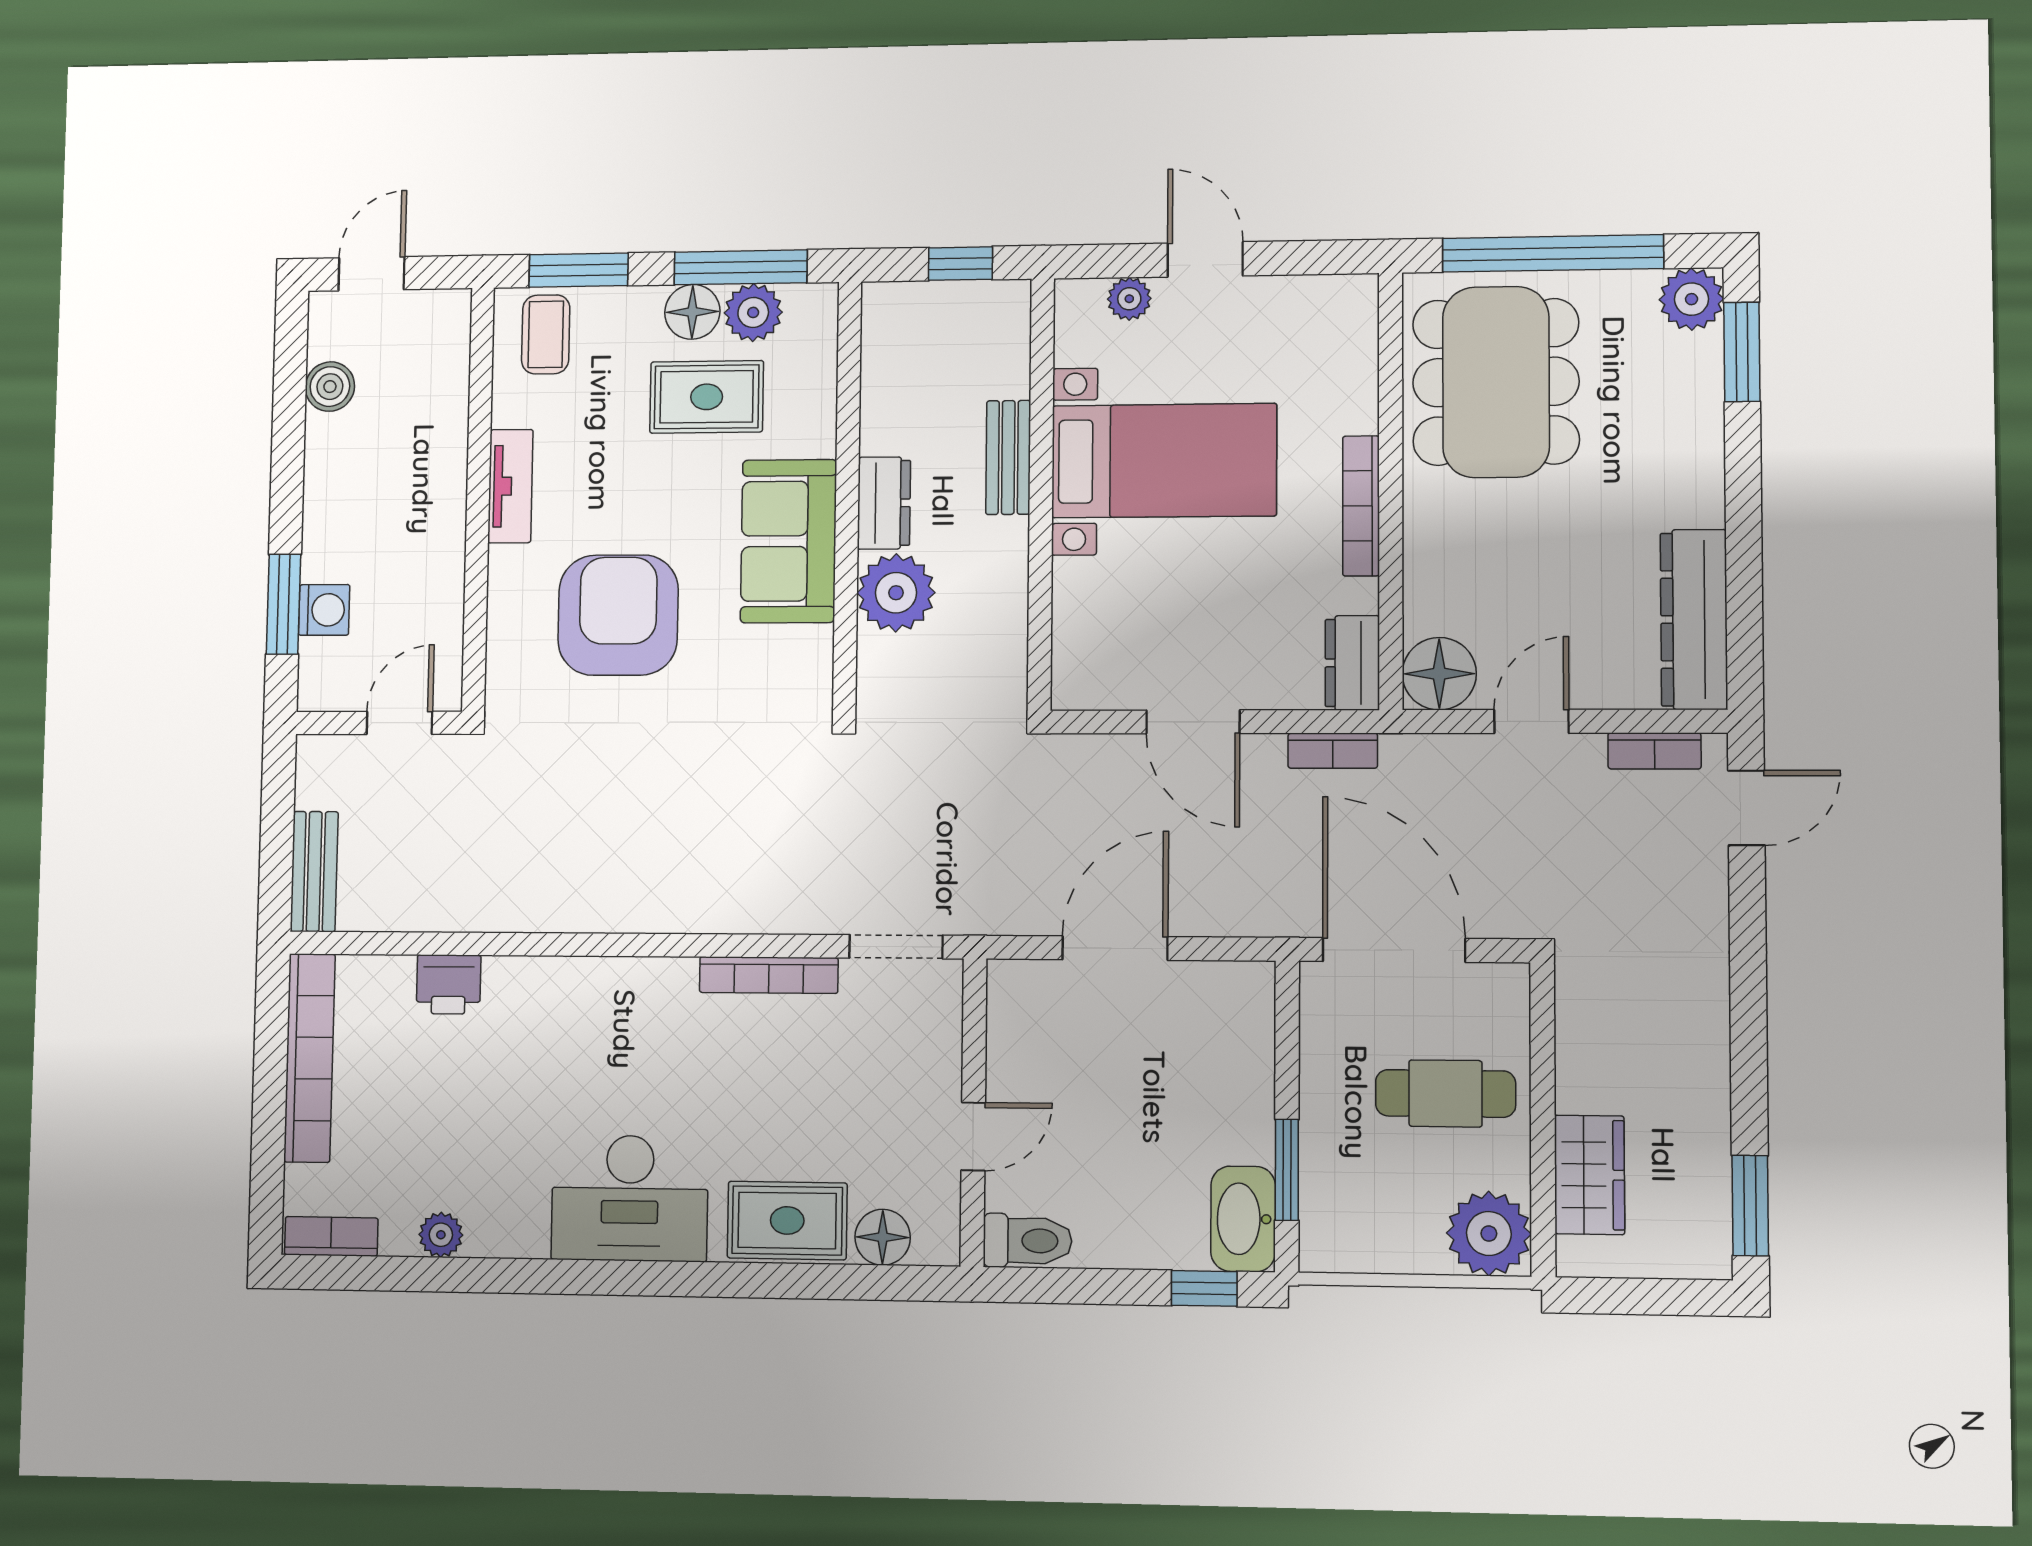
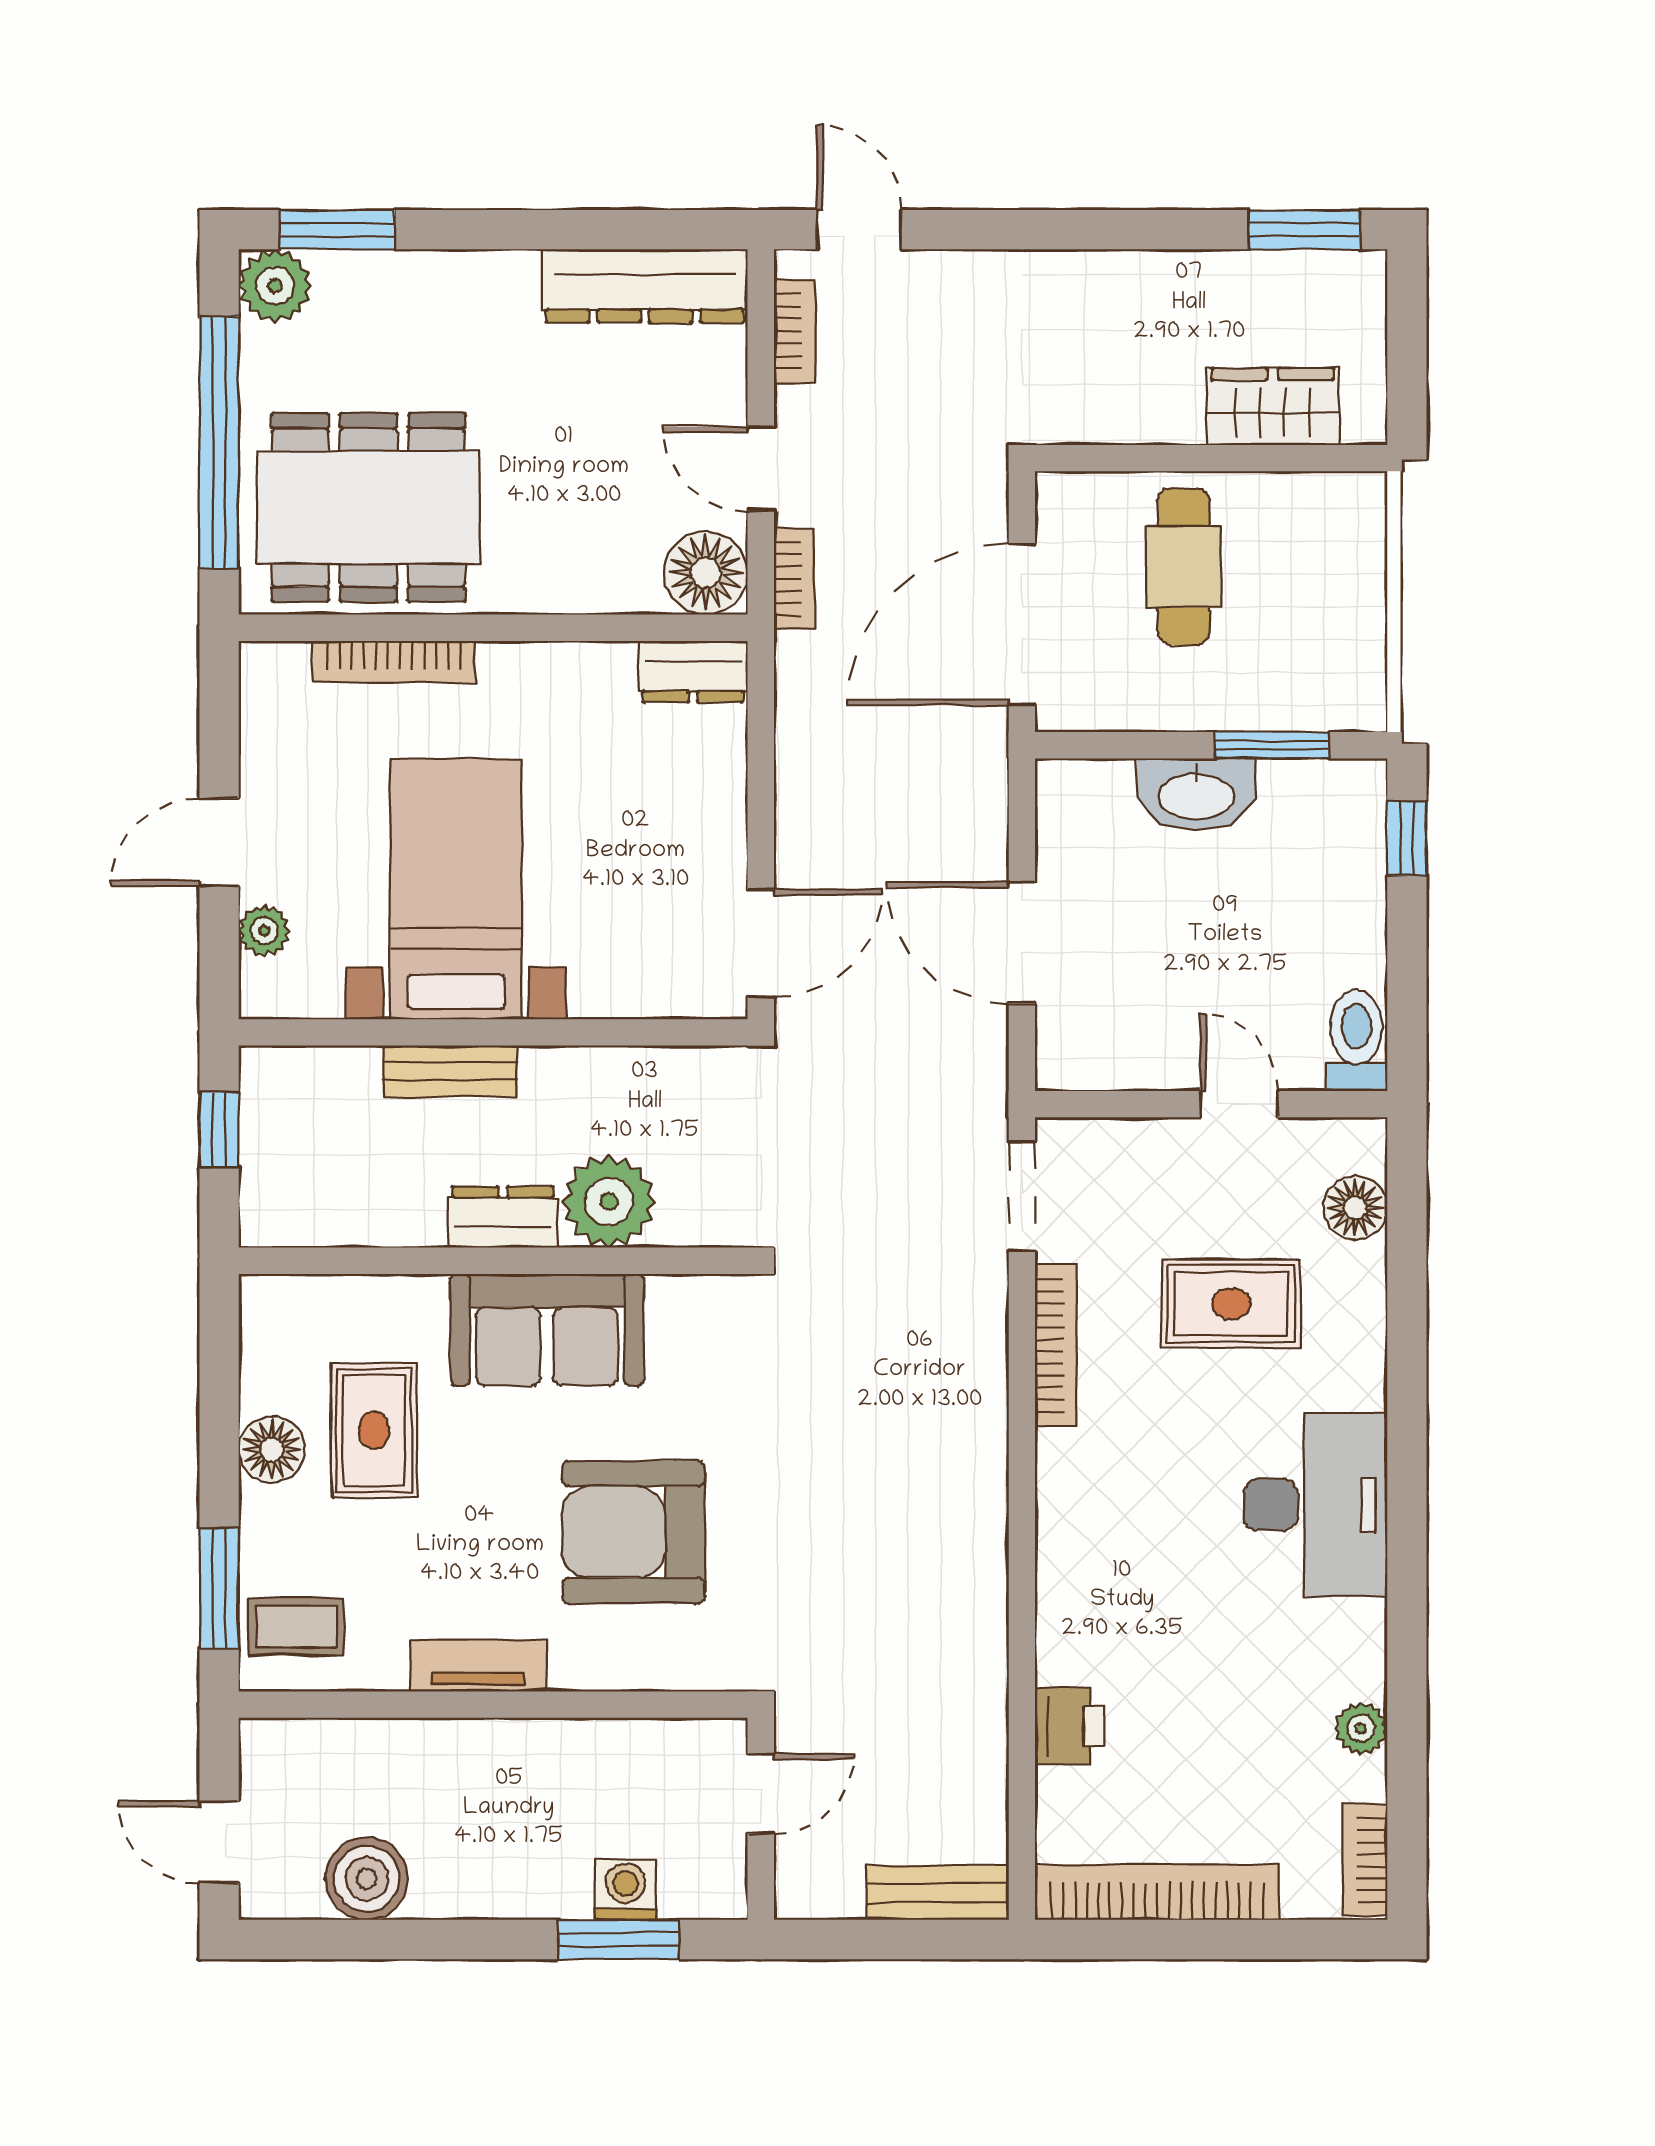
window: (741, 267) -> (219, 1392), removed
plant: (753, 312) -> (274, 1376), removed
boiler: (330, 387) -> (367, 1879), width x1.36, depth x1.36
bookcase: (1361, 506) -> (394, 662), moved
door: (1193, 722) -> (761, 943), moved
door: (399, 723) -> (761, 1794), swing flipped
bookcase: (1333, 751) -> (794, 579), moved
washbasin: (1243, 1219) -> (1196, 795), moved
rug: (787, 1220) -> (1231, 1304), moved, turned 90
plant: (1489, 1234) -> (1340, 519), removed

